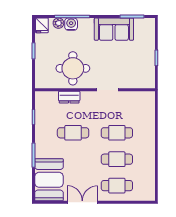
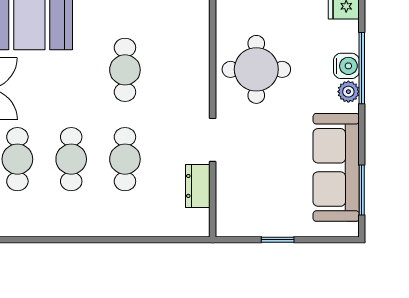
plant: (58, 23) -> (348, 92), moved
sofa: (114, 29) -> (336, 167), width x1.36
dresser: (69, 97) -> (198, 186), moved

